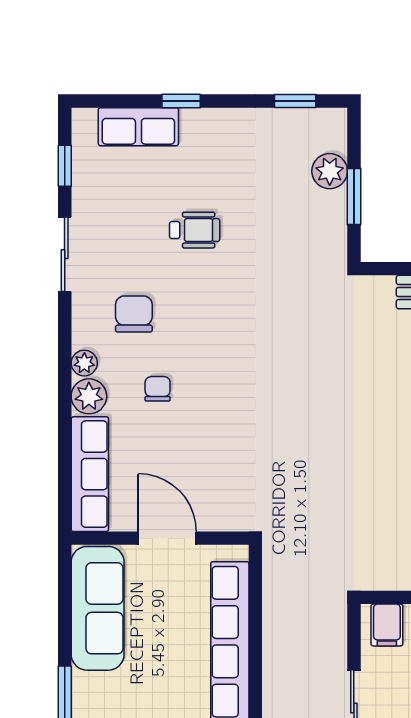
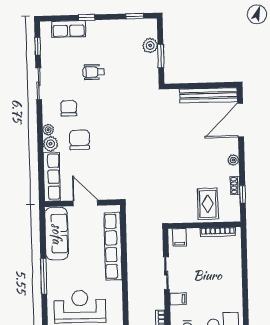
wheelchair: (195, 230) -> (94, 72), turned 180
chair: (158, 389) -> (80, 140), width x1.87, depth x1.87

